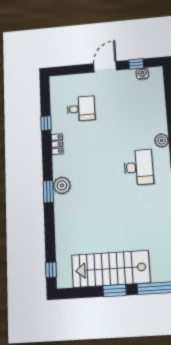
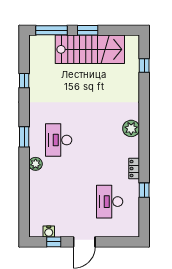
desk: (81, 109) -> (110, 202), width x1.37
window: (48, 192) -> (144, 124), removed
window: (51, 270) -> (144, 66), moved

